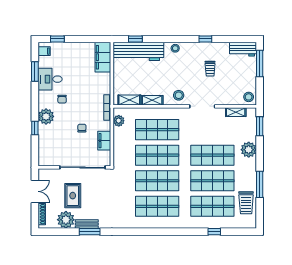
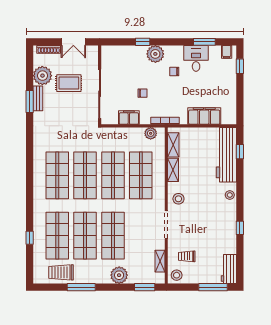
filing cabinet: (103, 57) -> (204, 116), moved
trolley: (210, 69) -> (187, 256), moved

